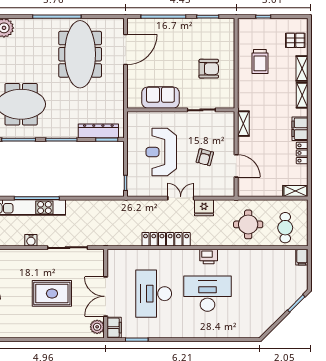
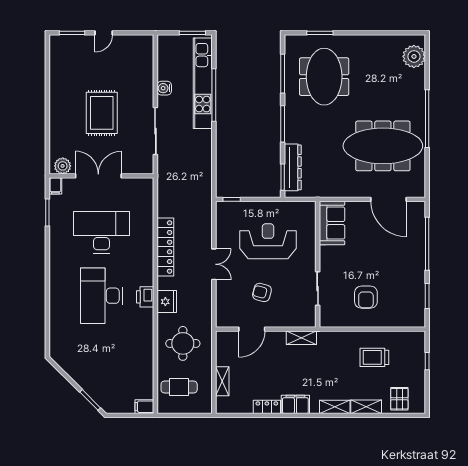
sofa: (160, 98) -> (332, 223), moved
shelving: (295, 191) -> (222, 381), moved
fridge: (204, 208) -> (167, 302), moved, turned 180
desk: (207, 294) -> (101, 296), turned 180
filing cabinet: (114, 328) -> (55, 186), width x0.50

